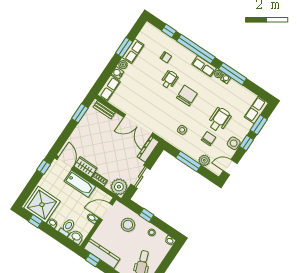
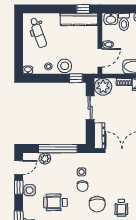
wheelchair: (219, 119) -> (55, 202), turned 90
chair: (209, 139) -> (82, 186), moved
window: (247, 143) -> (19, 187), moved
window: (188, 161) -> (58, 149), width x1.46
window: (146, 215) -> (76, 78), moved
stool: (128, 225) -> (65, 66), moved

